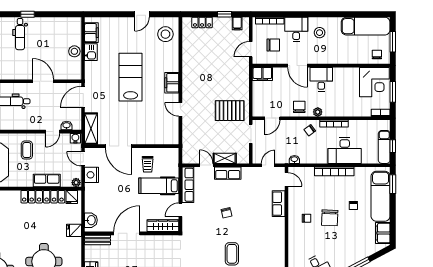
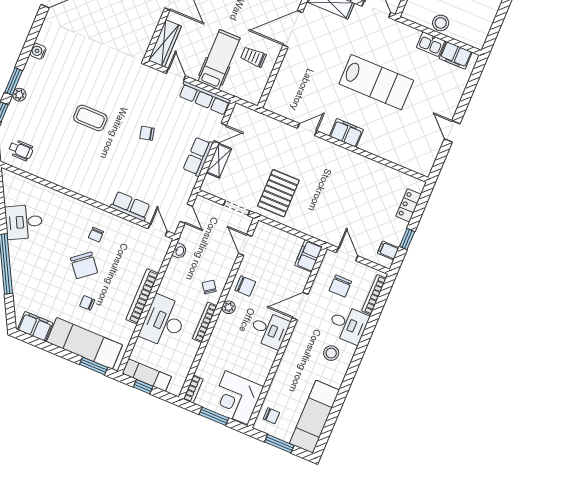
stool: (165, 34) -> (413, 151), removed
door: (287, 179) -> (158, 230), swing flipped
chair: (330, 218) -> (84, 265), turned -131

